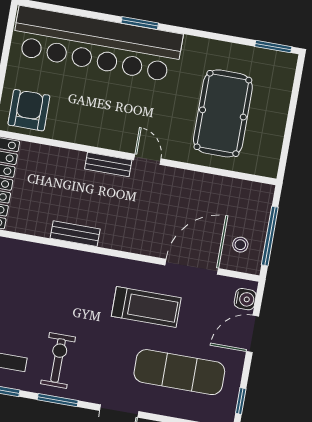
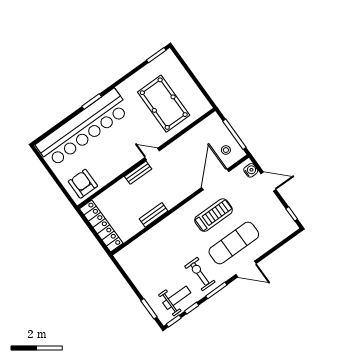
door: (253, 334) -> (268, 181), swing flipped
exercise mat: (179, 372) -> (234, 243), moved

